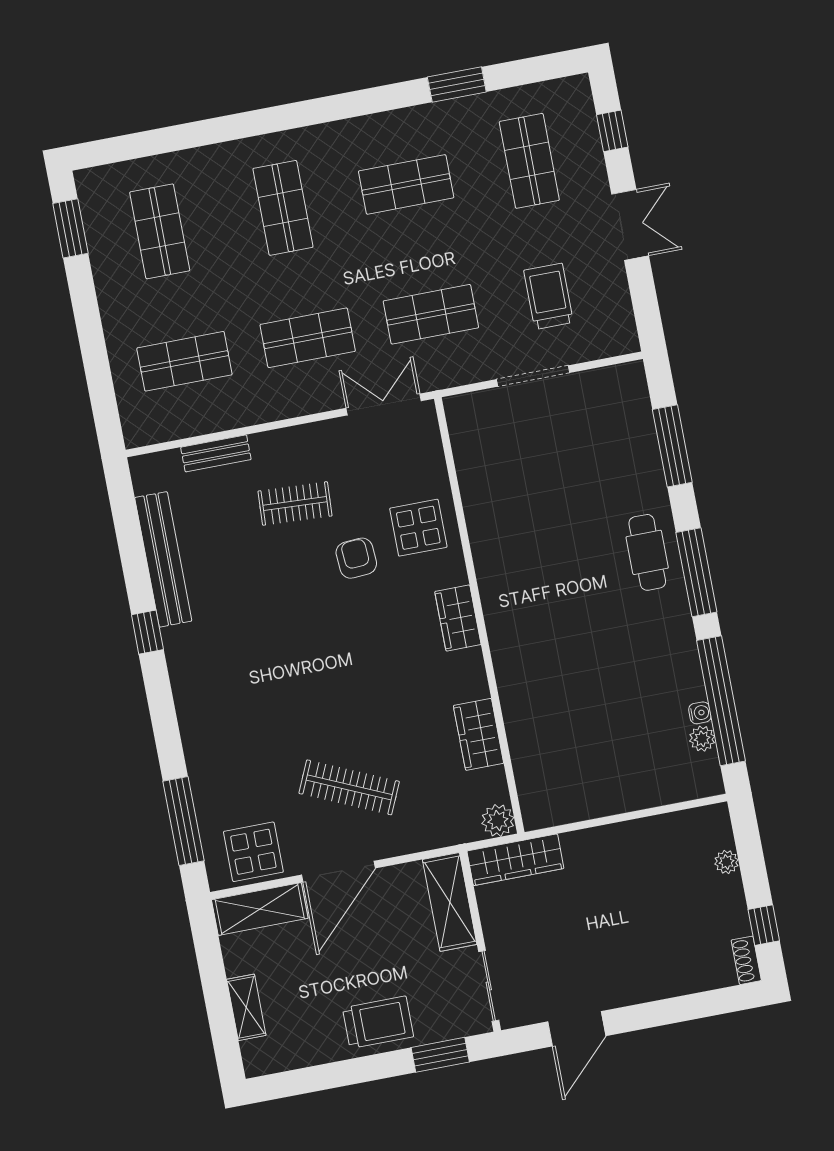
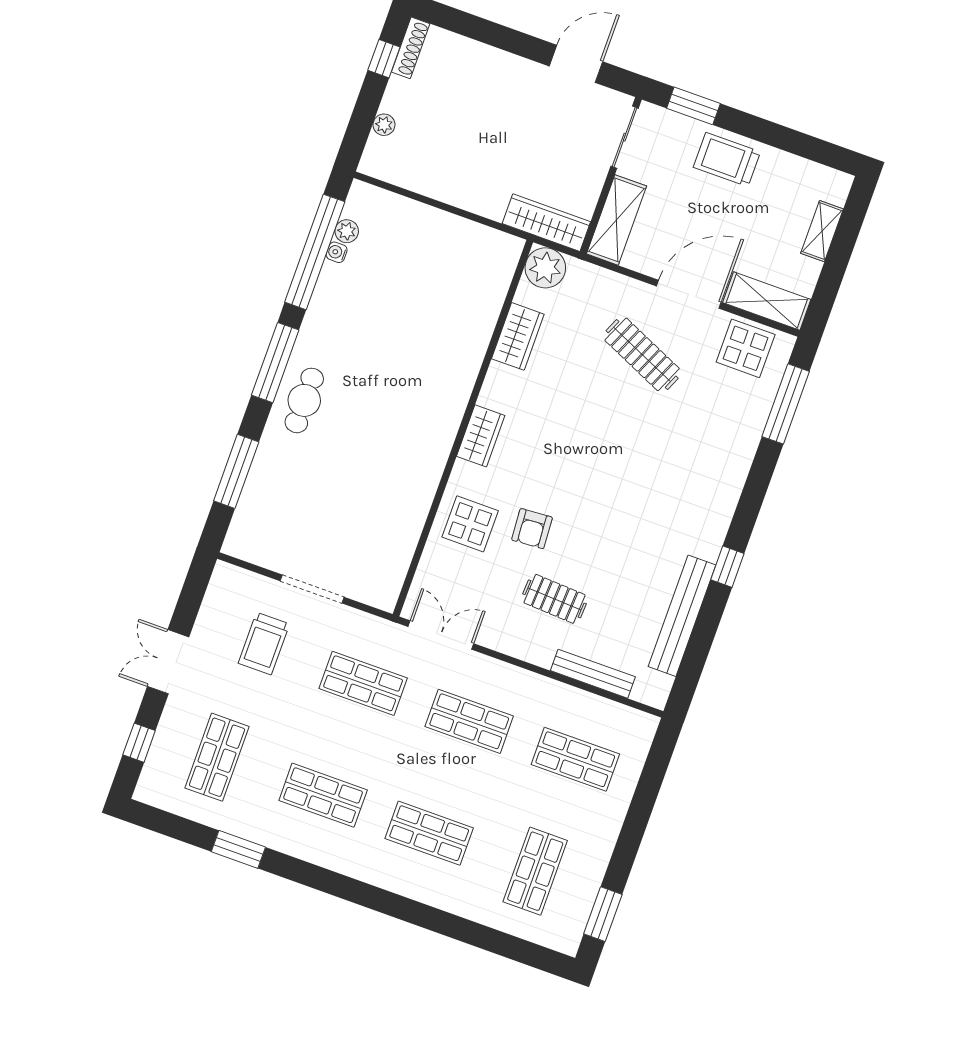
shop shelf: (283, 208) -> (429, 833), turned 90
double door: (384, 405) -> (441, 635), swing flipped
bench: (216, 453) -> (593, 674), width x1.36
plant: (498, 820) -> (545, 268), width x1.36, depth x1.36
shoe rack: (746, 960) -> (411, 48), width x1.43

